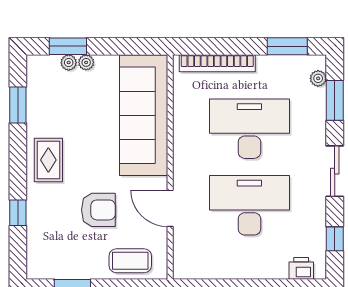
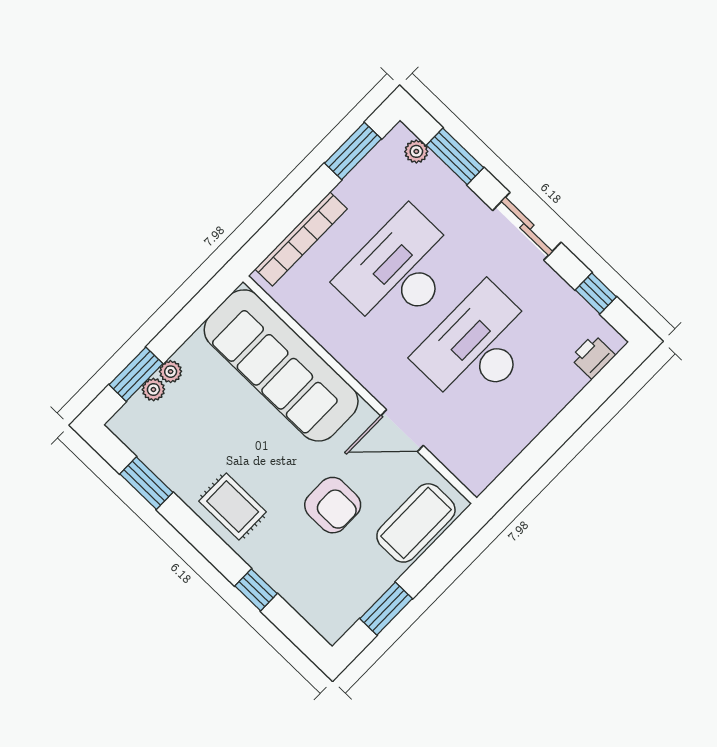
armchair: (98, 210) -> (333, 505), turned 90
coffee table: (130, 261) -> (416, 523), width x1.36, depth x1.32

